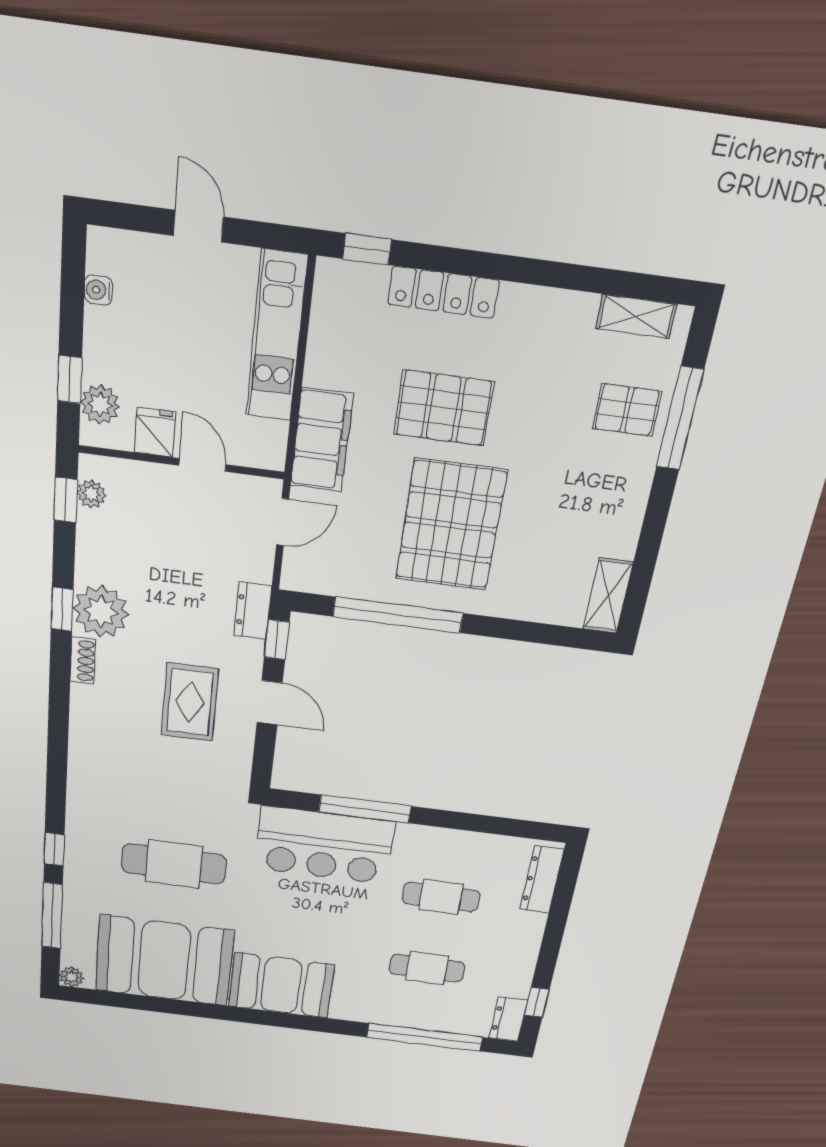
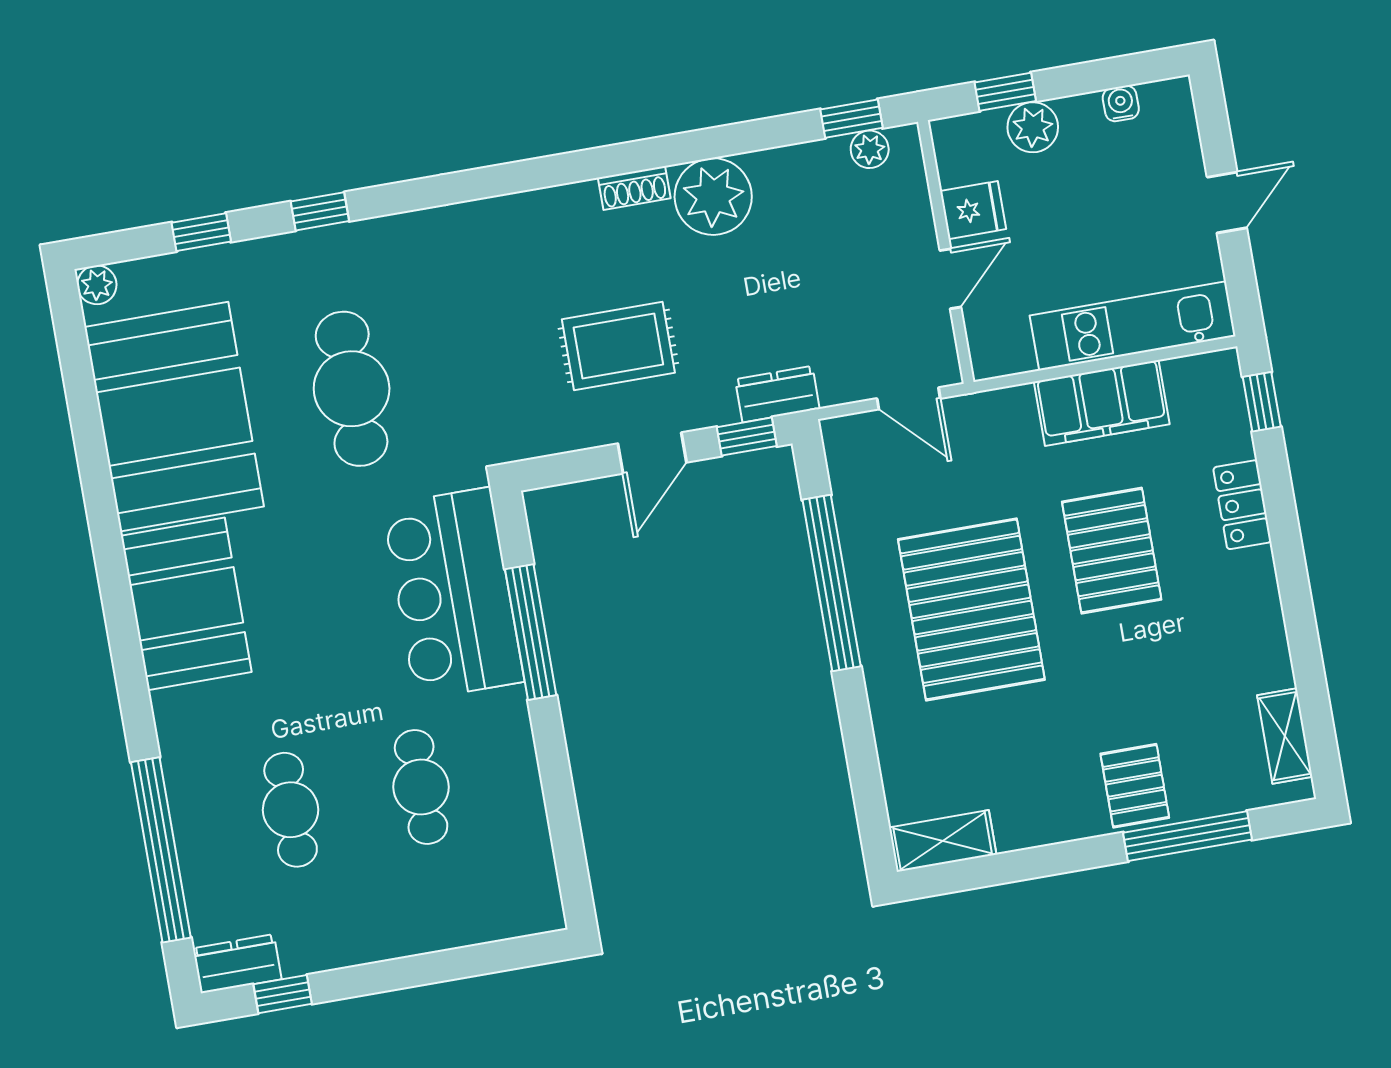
locker: (443, 292) -> (1242, 505), width x0.66
plant: (100, 405) -> (1033, 127), moved
pallet: (627, 410) -> (1135, 786), moved
filing cabinet: (322, 440) -> (1102, 403), moved
pallet: (451, 525) -> (971, 609), turned 90
window: (62, 609) -> (700, 145), removed
dresser: (542, 880) -> (497, 919), removed
window: (52, 916) -> (201, 232), width x0.46

